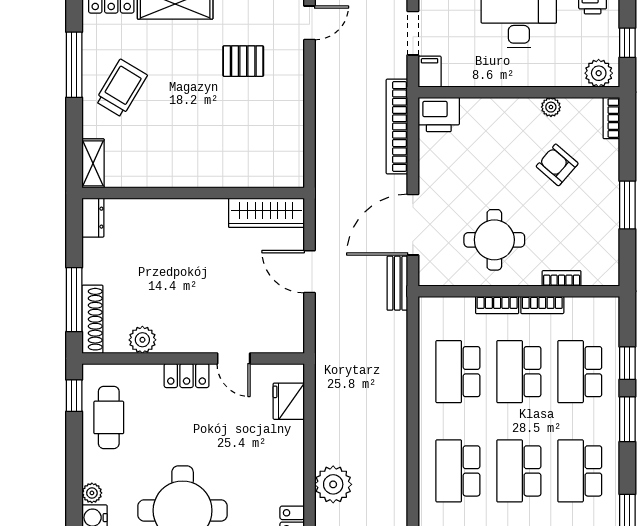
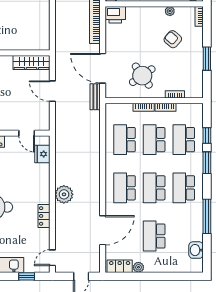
door: (413, 225) -> (103, 68), hinge flipped
round table: (494, 240) -> (142, 76), turned -35
door: (234, 358) -> (27, 133), moved

